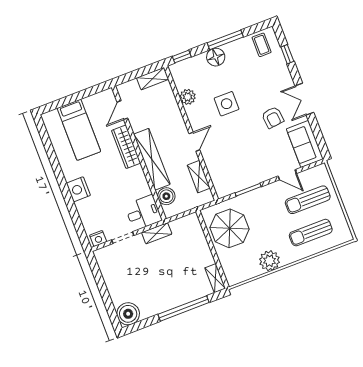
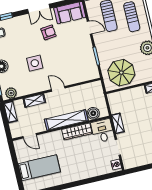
plant: (188, 97) -> (11, 93), moved
wardrobe: (126, 147) -> (77, 131), moved
door: (287, 175) -> (90, 28), hinge flipped
shelving: (199, 177) -> (34, 101), moved
nightstand: (78, 189) -> (80, 174), removed

